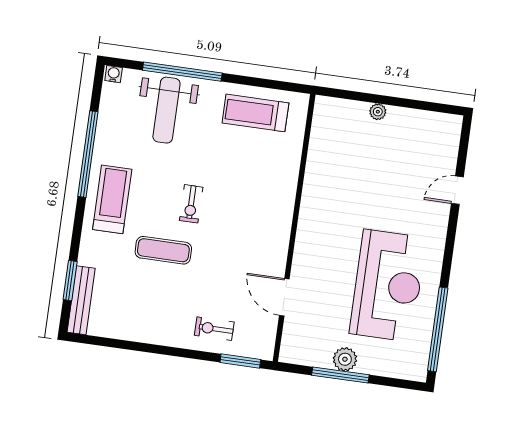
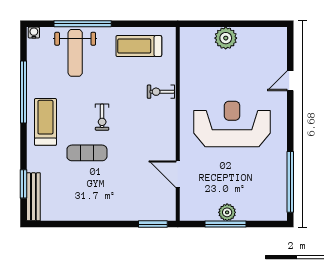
plant: (378, 112) -> (226, 38), width x1.88, depth x1.88
reception desk: (388, 286) -> (232, 124), moved, turned -90
exercise bike: (214, 329) -> (161, 92), moved

